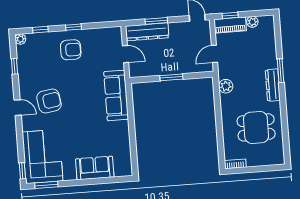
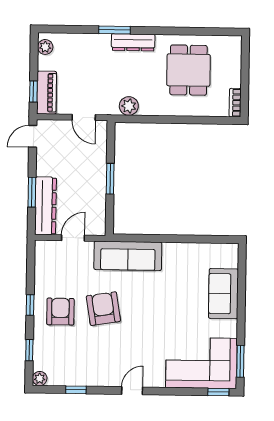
plant: (252, 22) -> (45, 47), moved
armchair: (49, 101) -> (103, 309), moved

